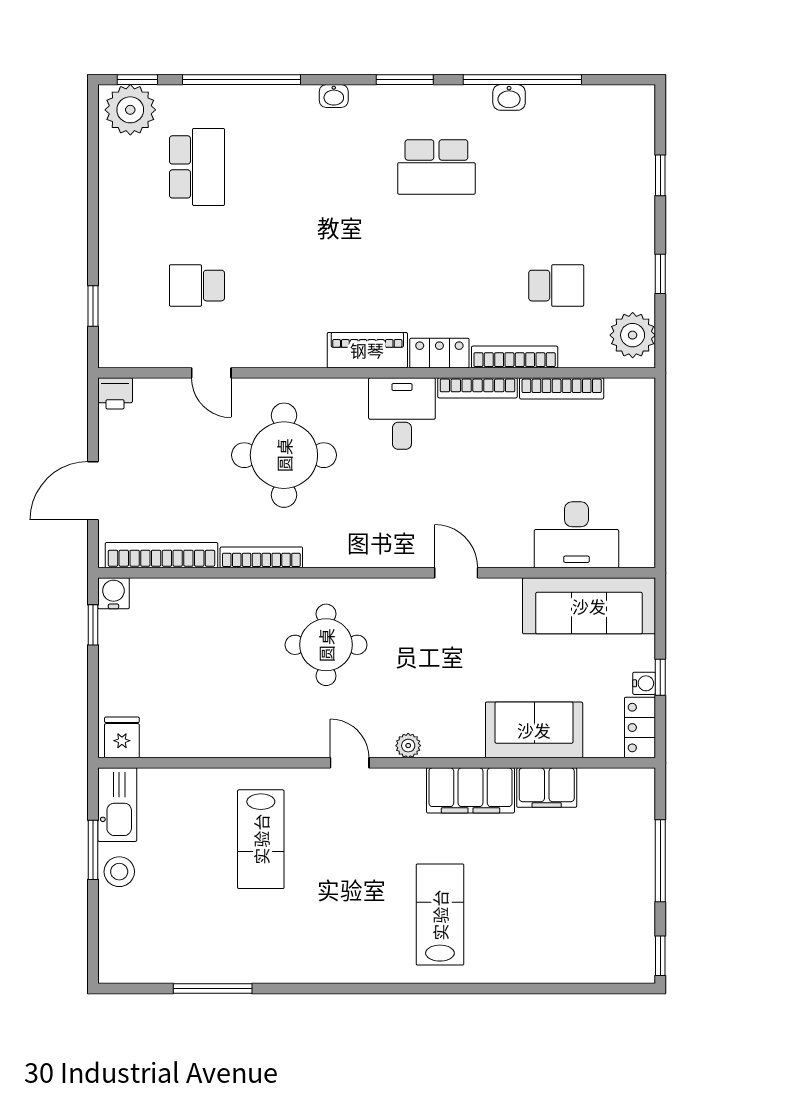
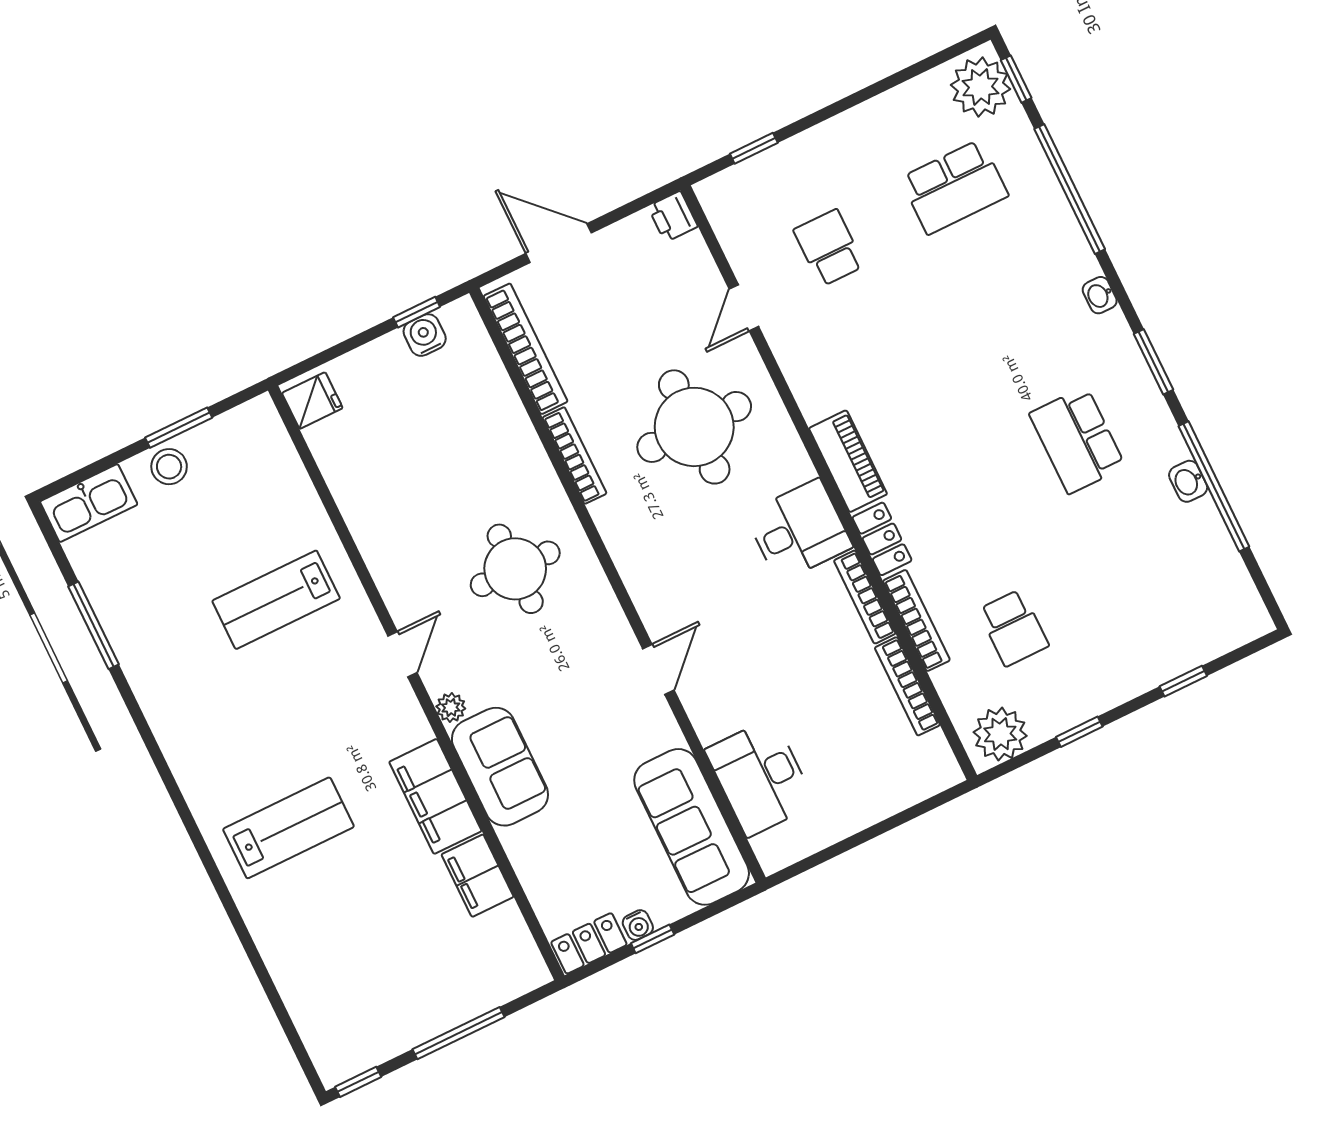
water cooler: (113, 593) -> (425, 335), moved, turned -90
sofa: (534, 730) -> (500, 767), moved
kitchen sink: (117, 805) -> (89, 503), moved

